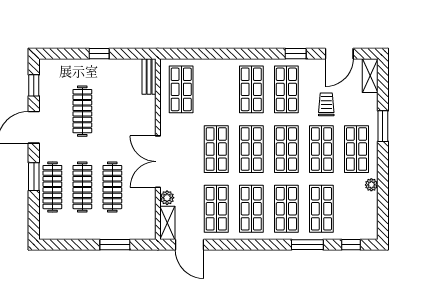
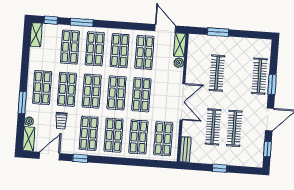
shop shelf: (216, 89) -> (138, 137), added
double door: (158, 162) -> (182, 102), moved
plant: (371, 185) -> (29, 121), moved
clothes rail: (82, 187) -> (213, 127), moved
shelving: (370, 223) -> (36, 35), added

